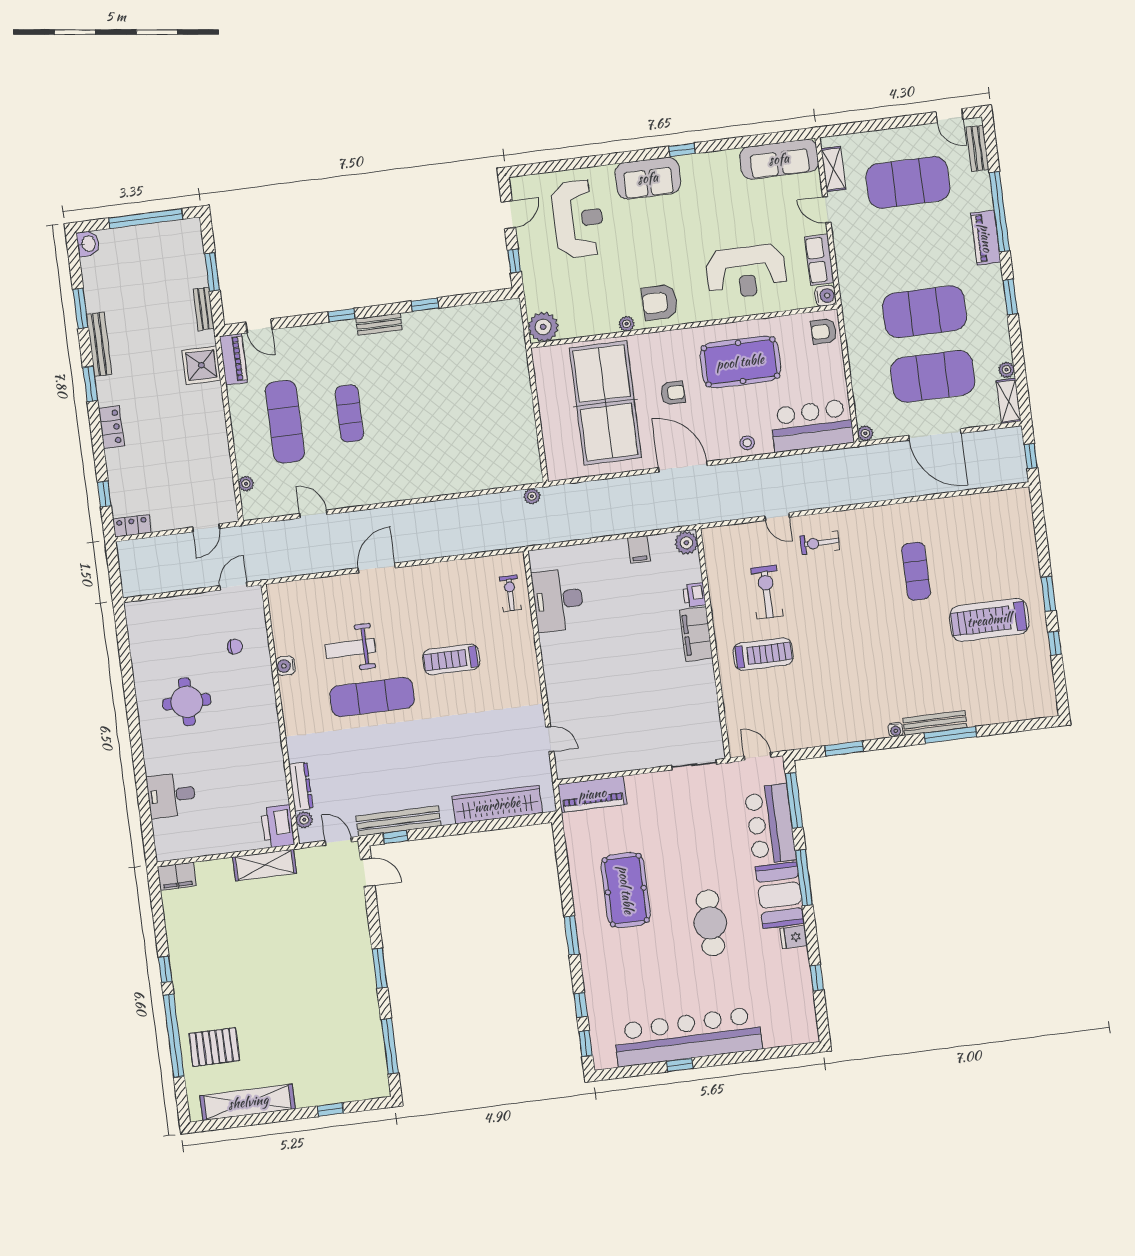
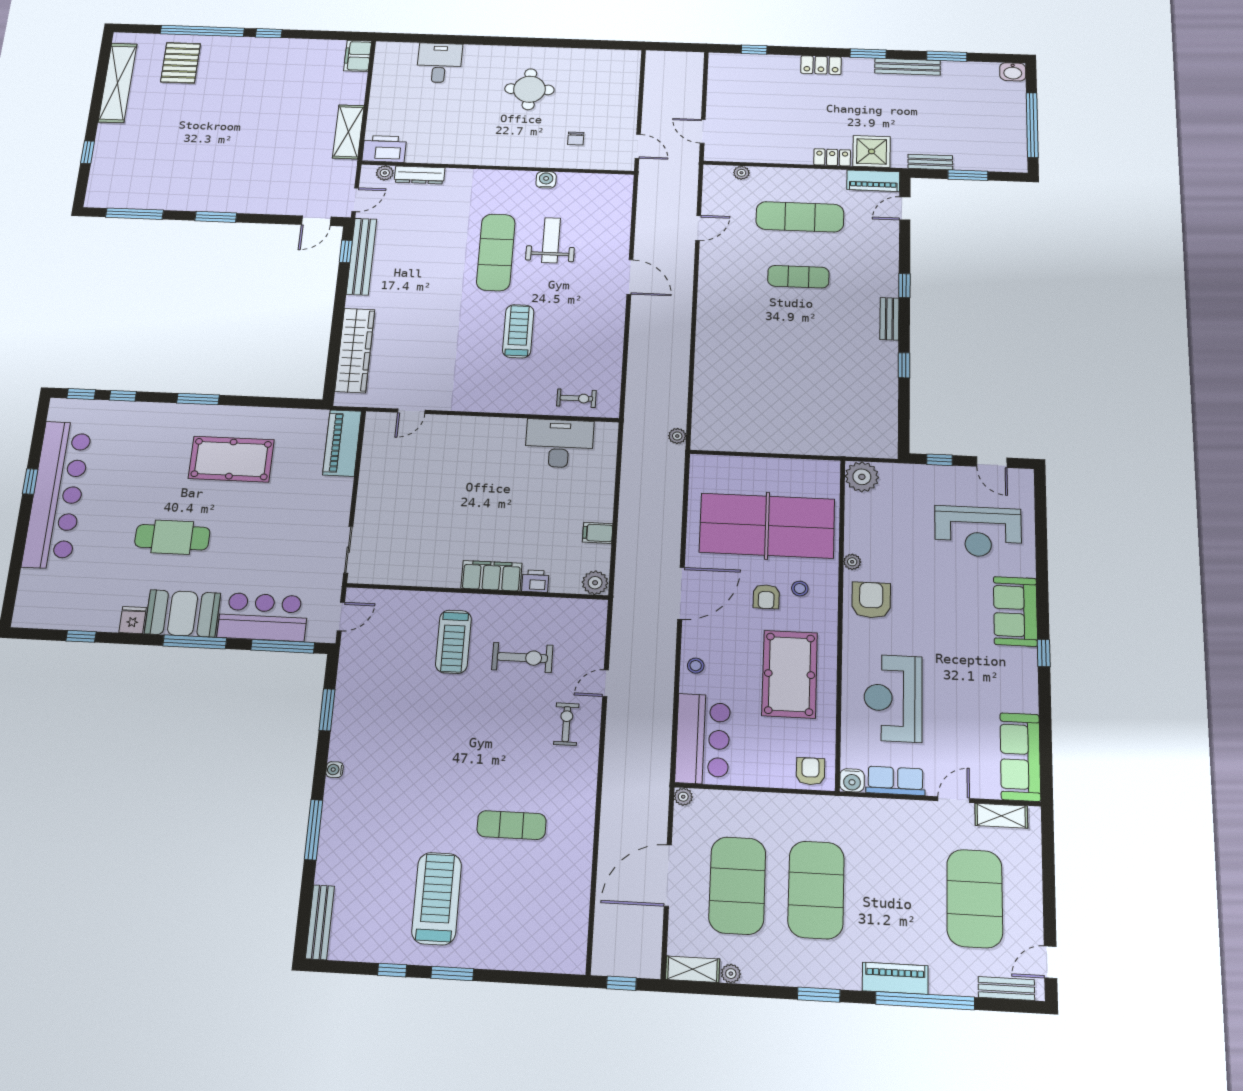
stool: (660, 365) -> (800, 589), added
locker: (132, 526) -> (832, 157), moved, turned -90
bench: (935, 723) -> (320, 922), moved

